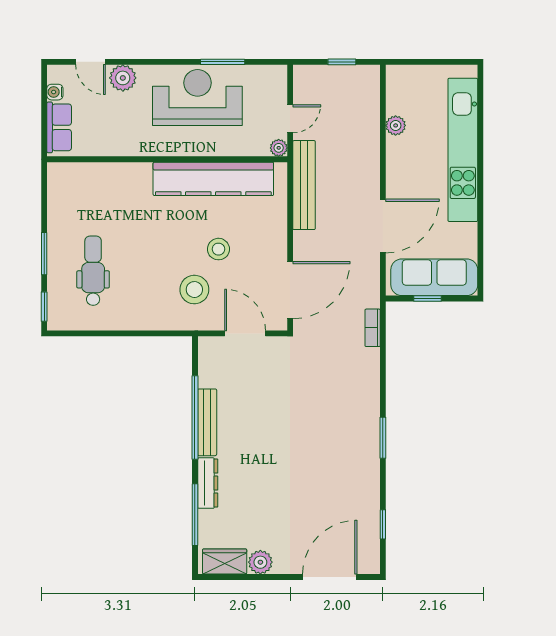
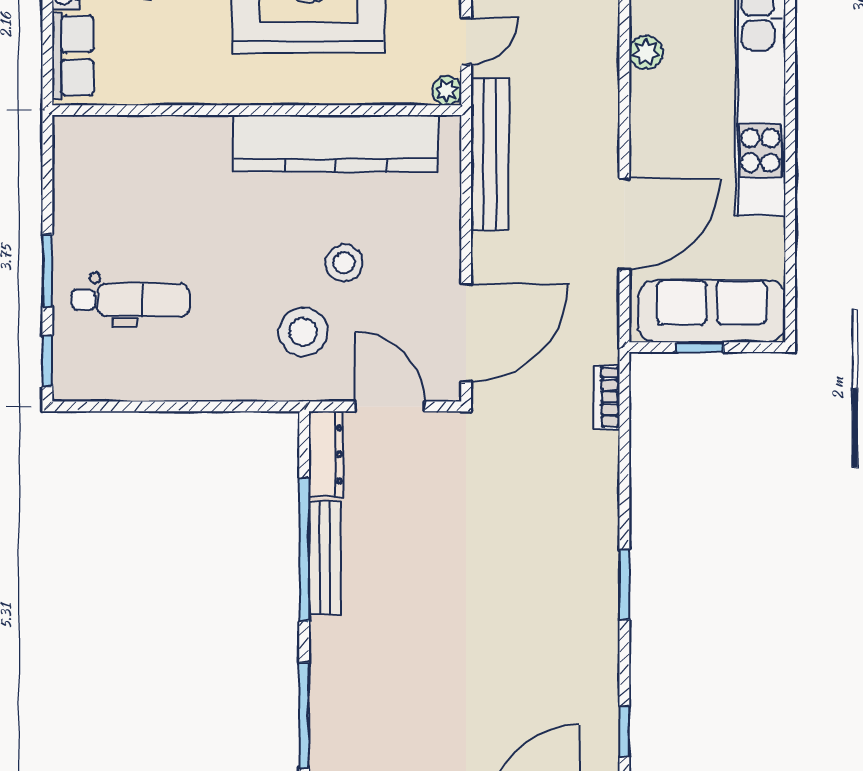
dental chair: (93, 271) -> (131, 300), turned 90
dresser: (208, 483) -> (326, 454), moved

